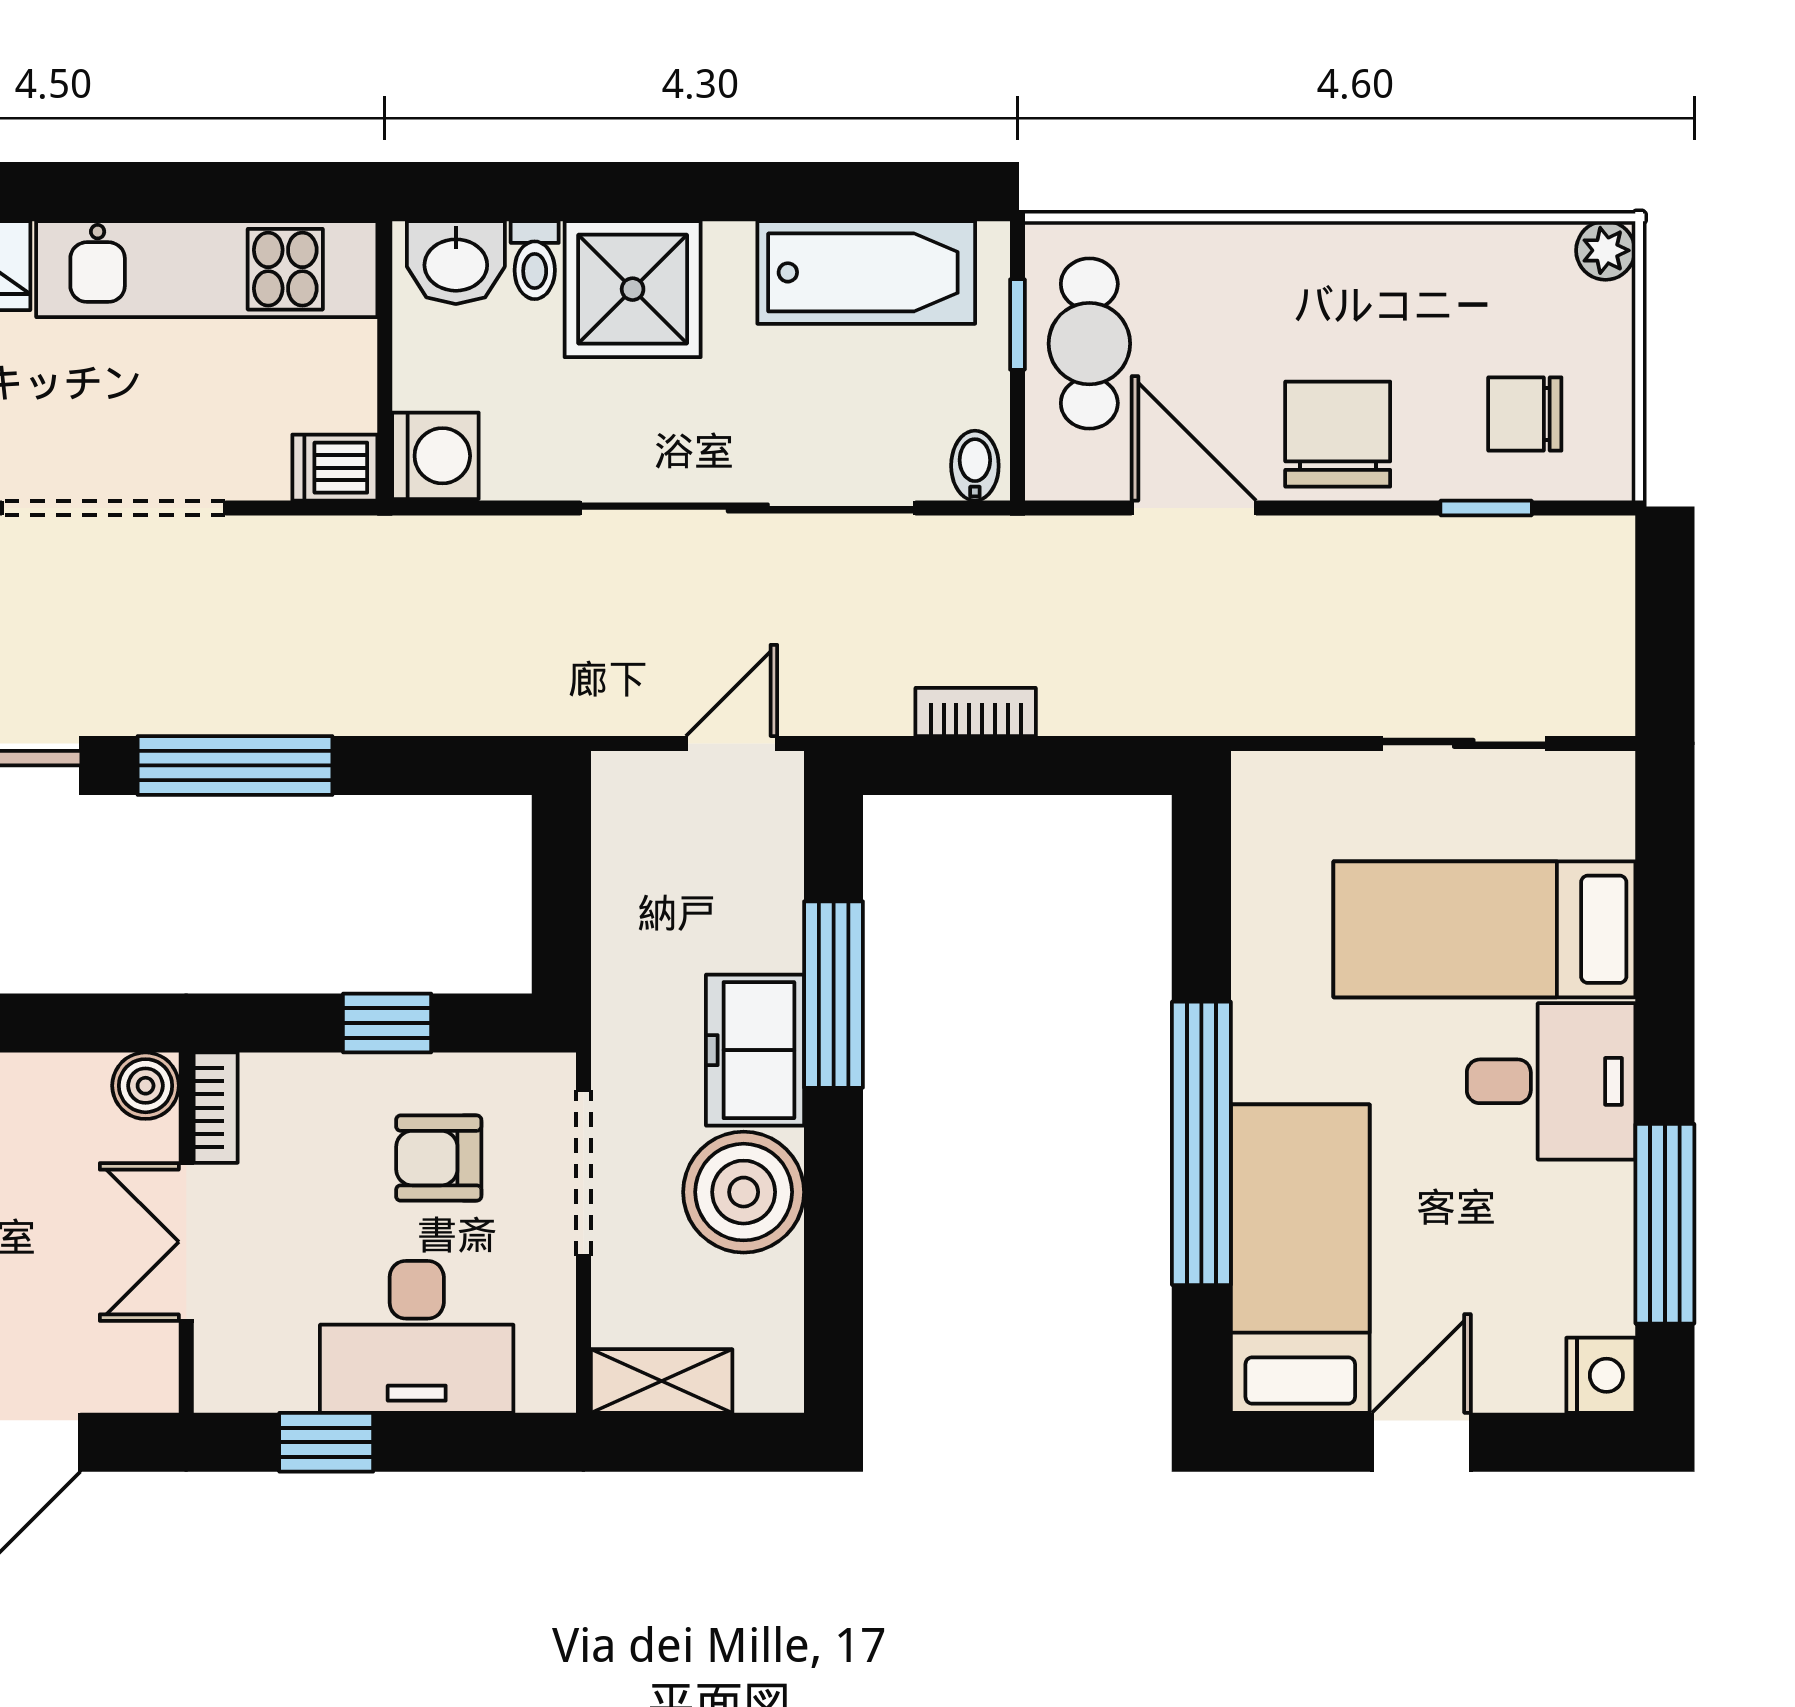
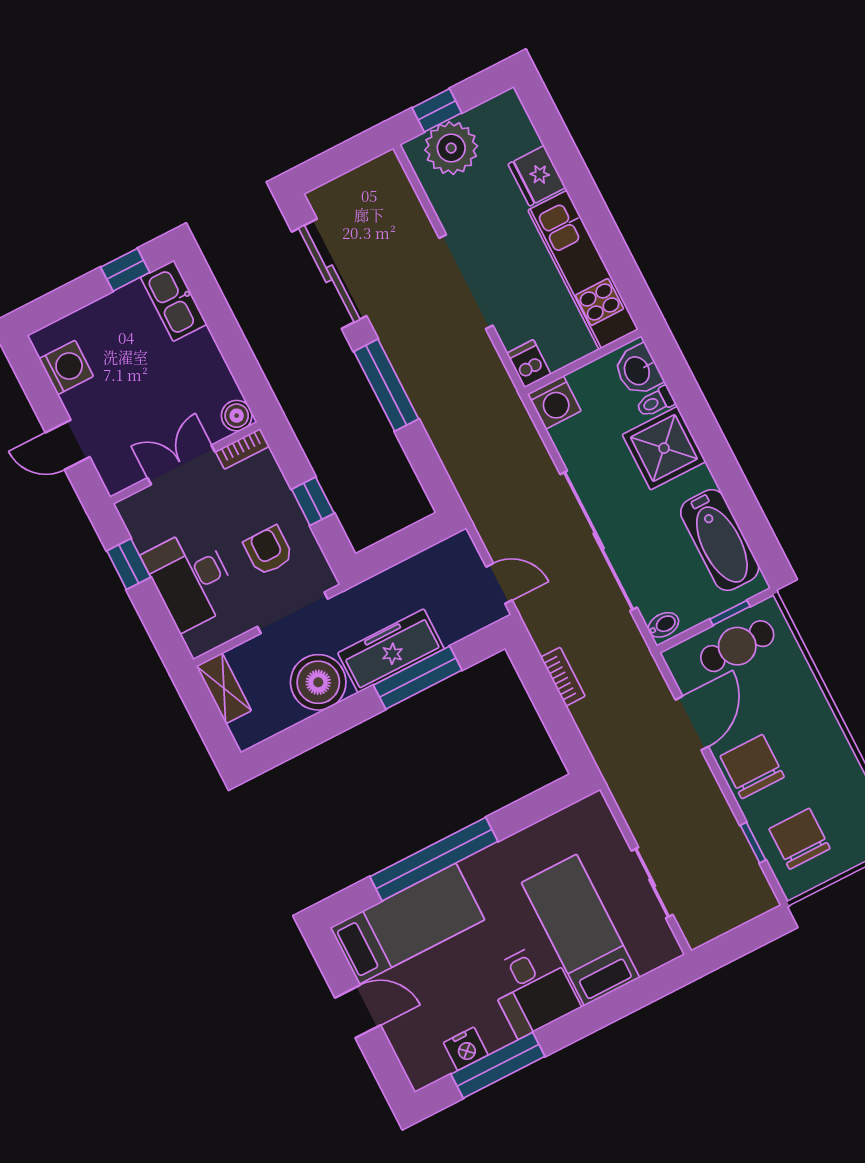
chair: (1525, 414) -> (800, 839), width x1.37, depth x1.37
chair: (1338, 434) -> (752, 767), turned -90
freezer: (755, 1050) -> (391, 651), width x1.40
nightstand: (1601, 1375) -> (466, 1049), moved

